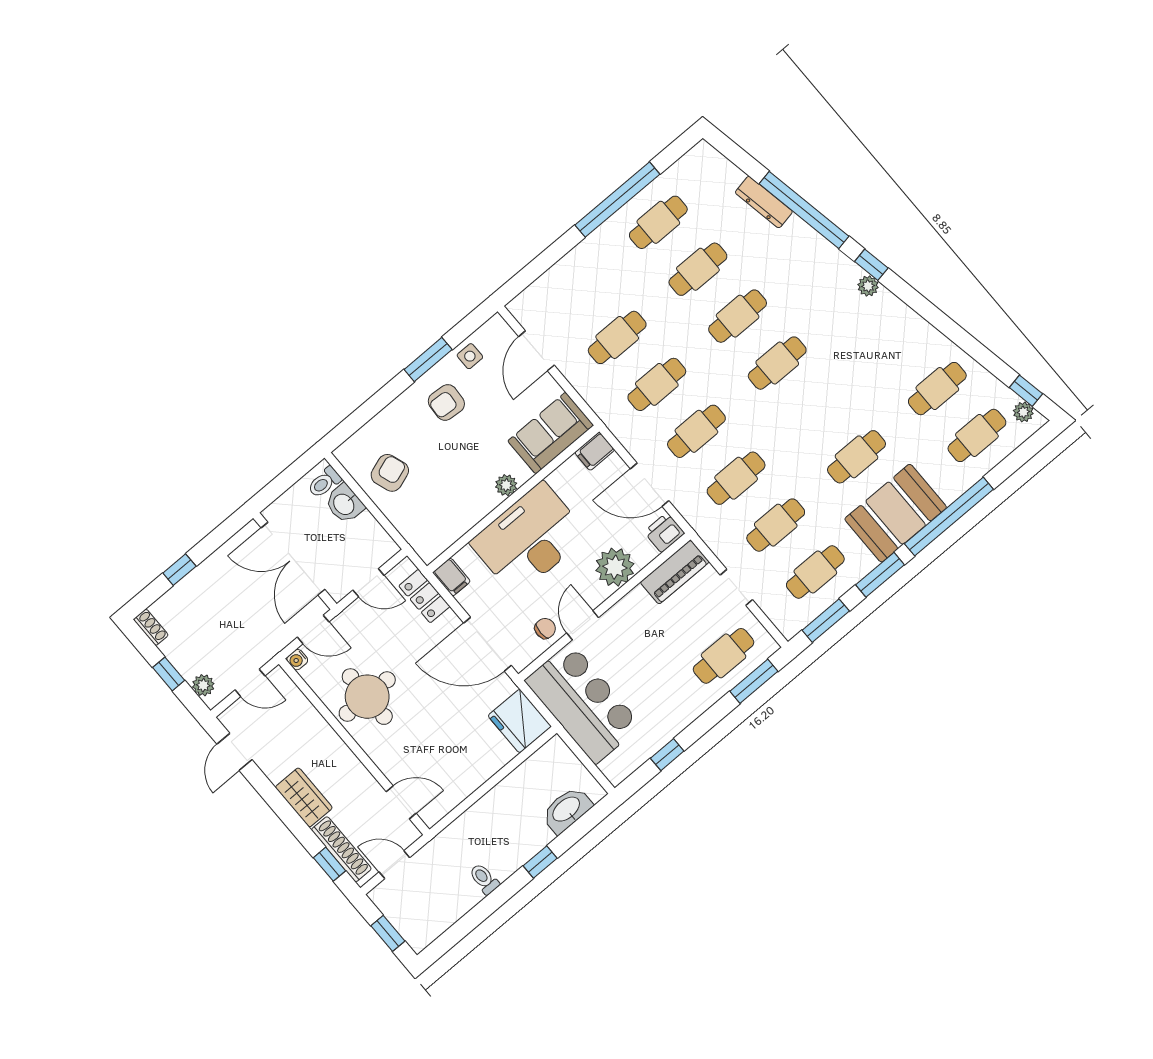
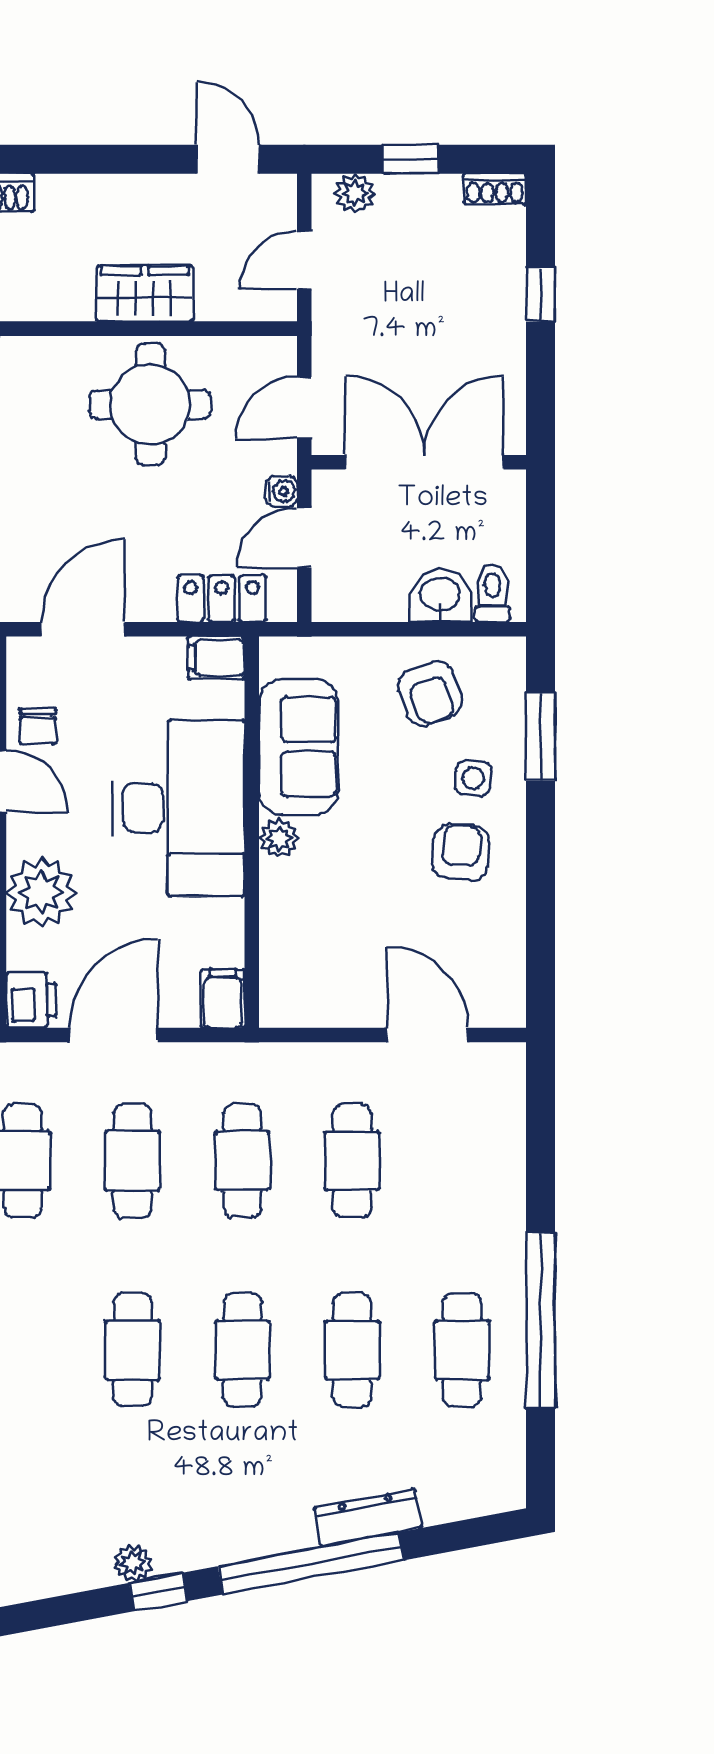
side table: (470, 356) -> (473, 778), moved
window: (428, 360) -> (541, 737), moved
sofa: (551, 433) -> (298, 747), moved
door: (487, 644) -> (83, 629), width x0.73
water cooler: (297, 660) -> (281, 491), moved, turned 90
wardrobe: (304, 797) -> (145, 294), moved, turned 180

